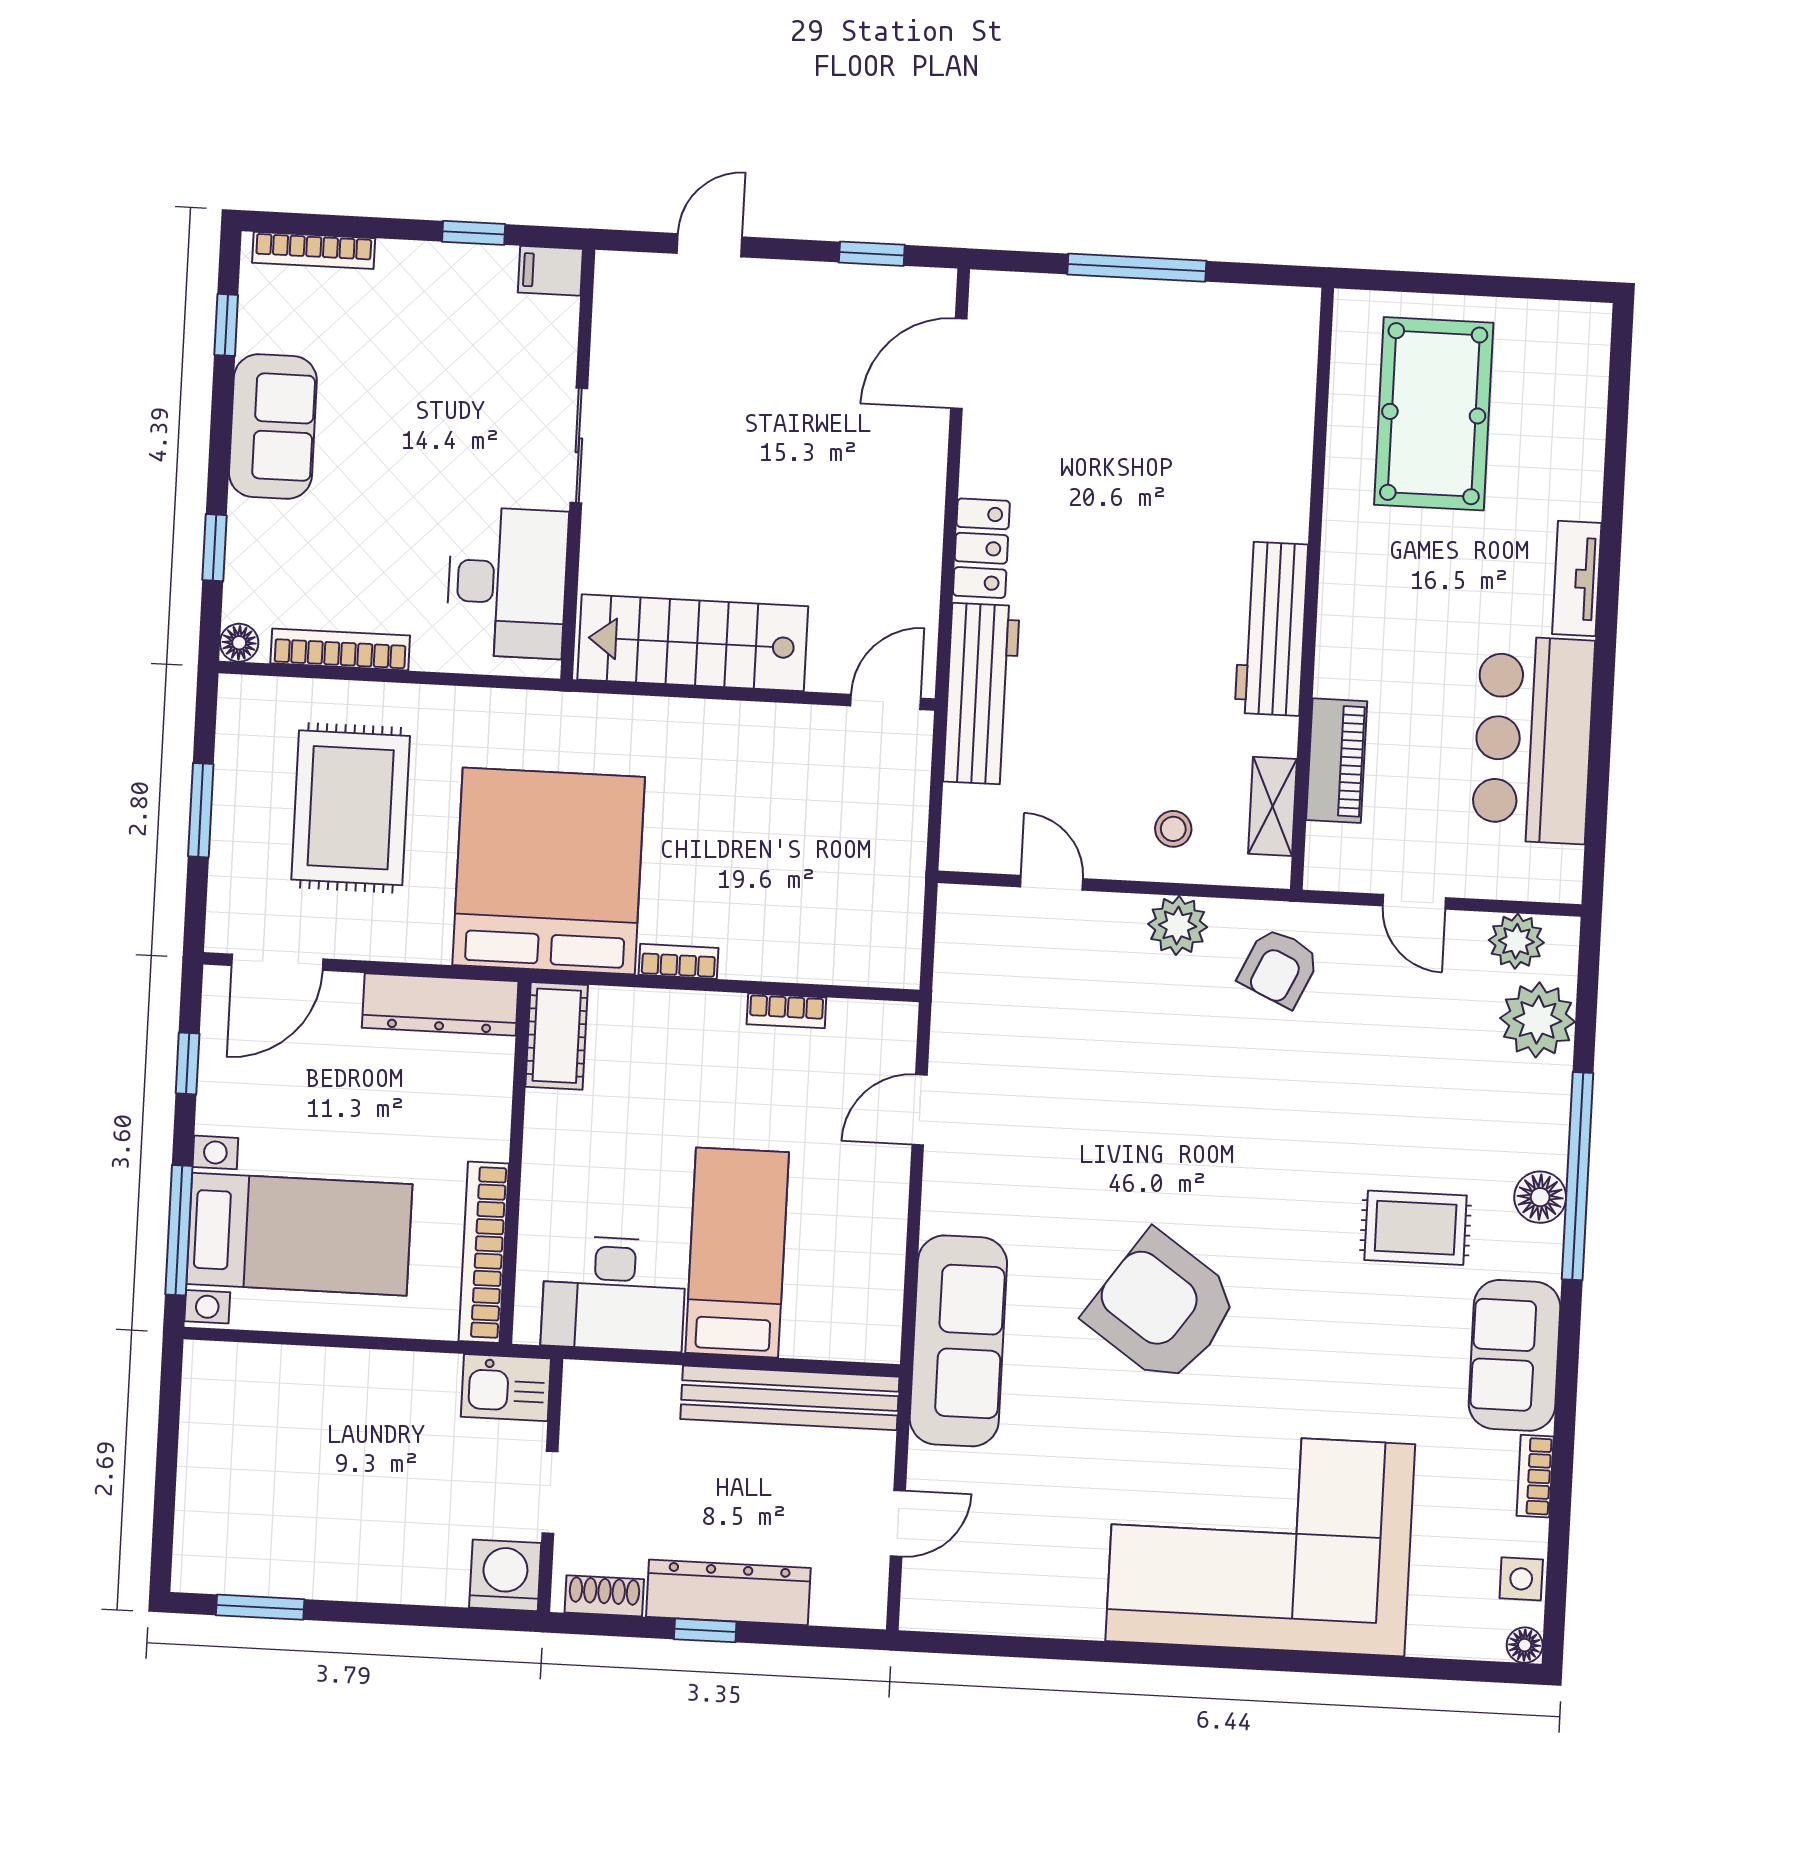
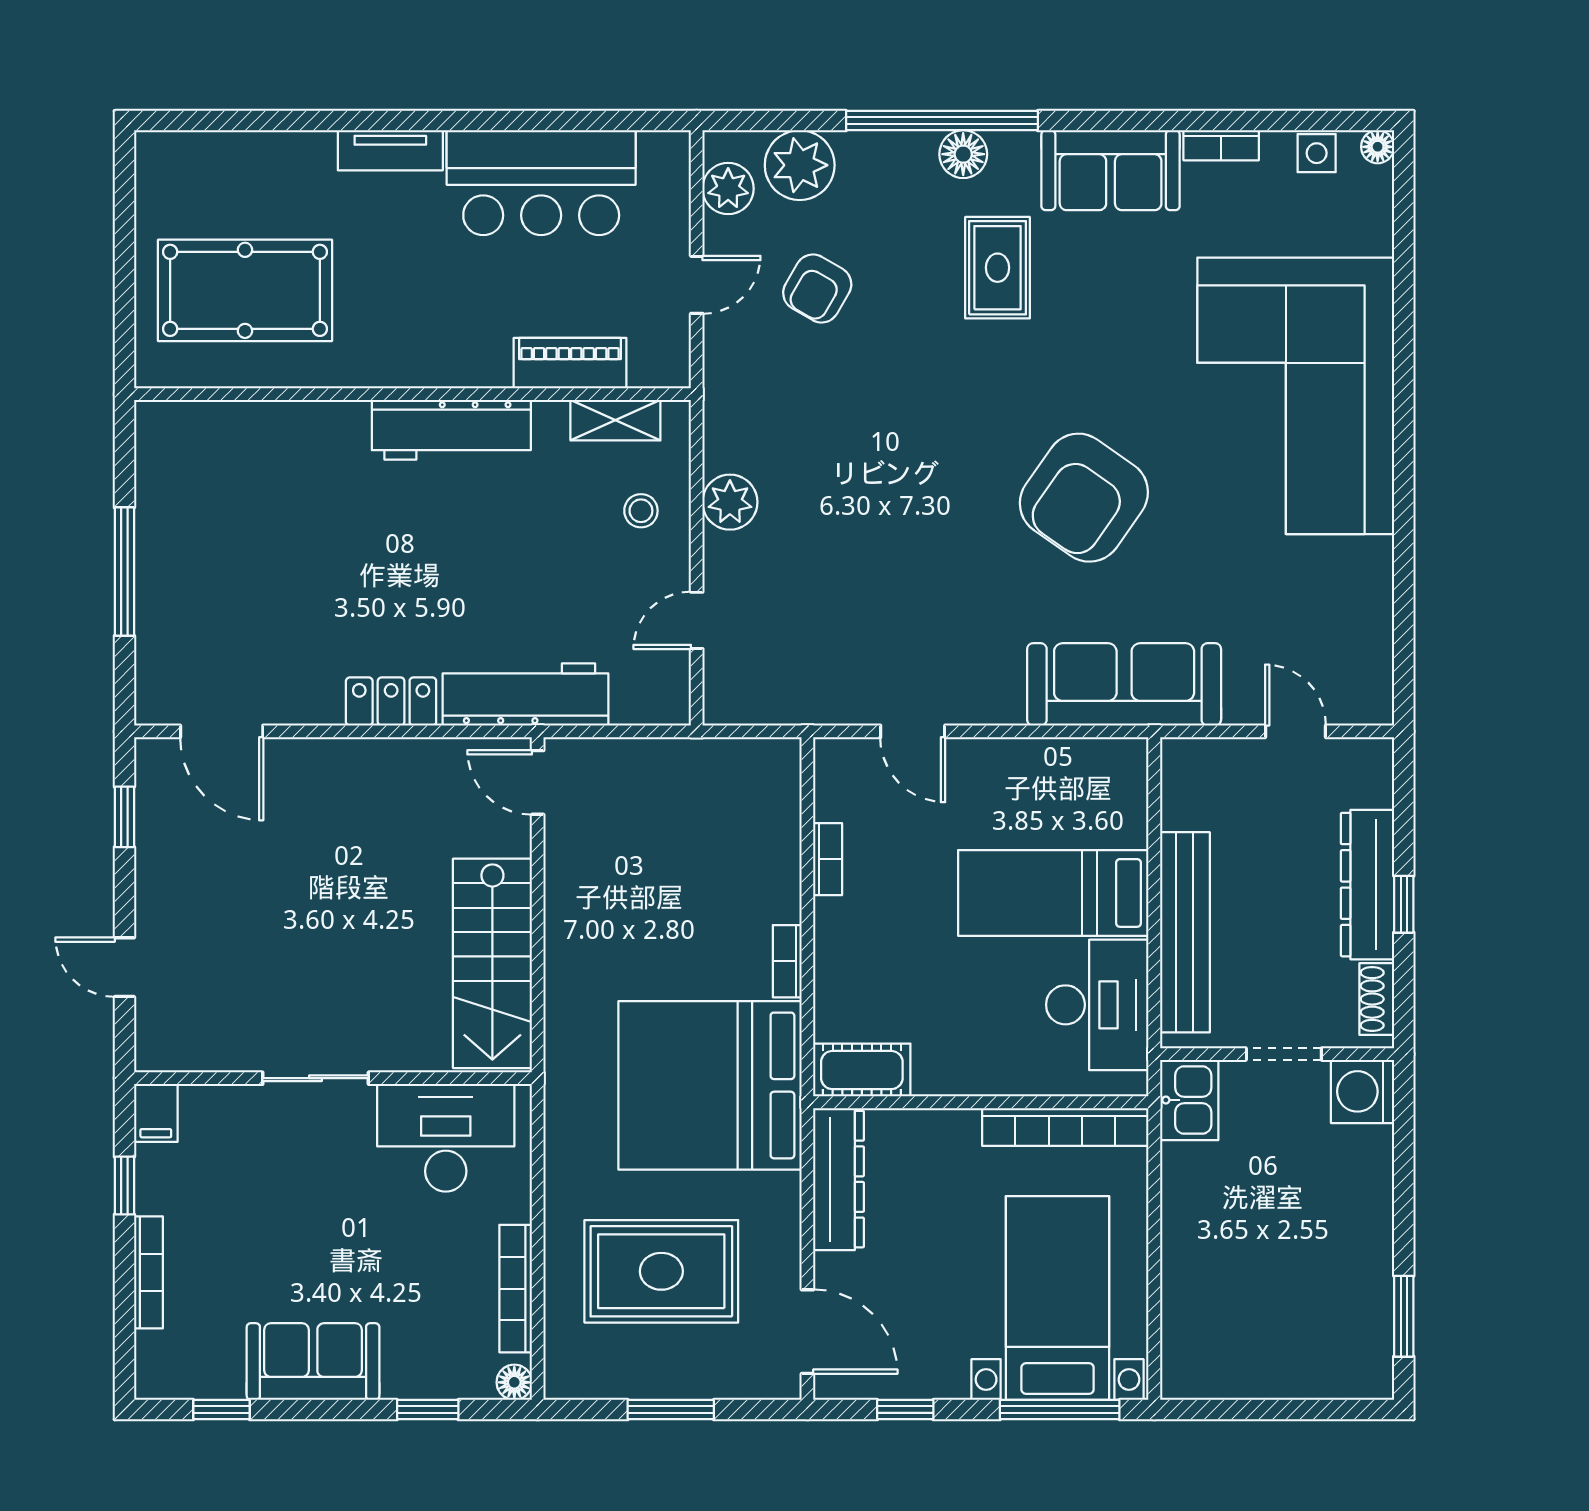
bookcase: (314, 250) -> (148, 1272), moved
armchair: (1279, 968) -> (817, 289), moved, turned 95
bench: (790, 1398) -> (1185, 932), moved

